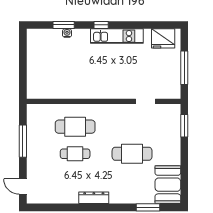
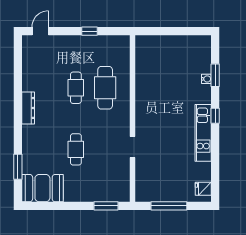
fridge: (163, 38) -> (203, 189), width x0.53, depth x0.75
doorway: (146, 101) -> (133, 147), moved
window: (23, 141) -> (89, 31), width x0.46
cafe table: (132, 154) -> (76, 149), width x0.73, depth x0.74

